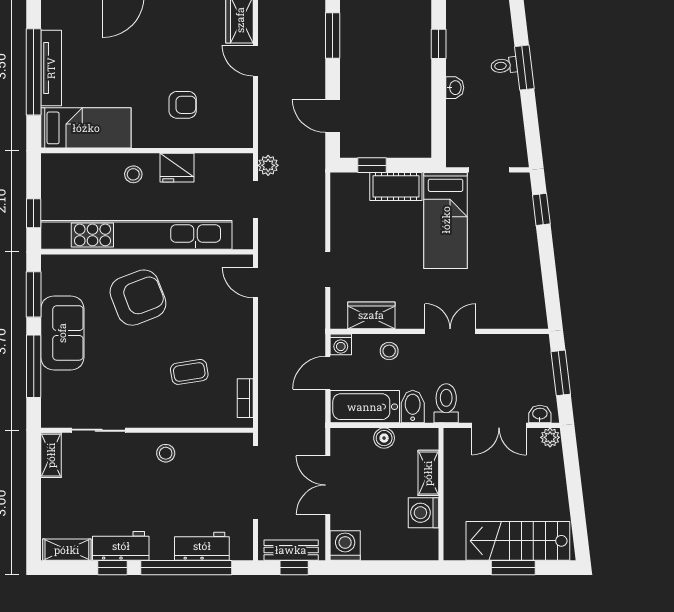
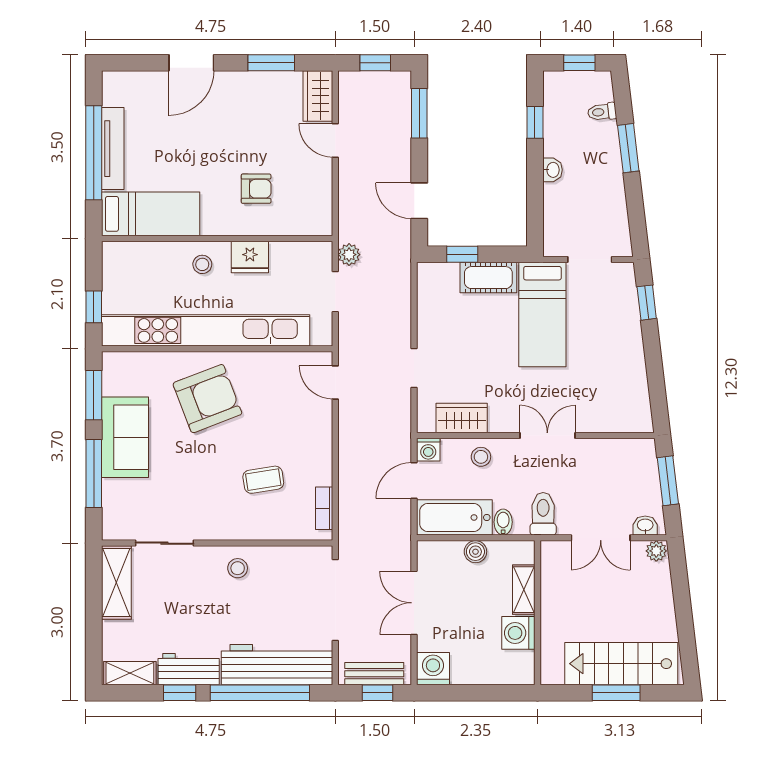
toilet: (504, 65) -> (602, 112), moved
bidet: (413, 407) -> (503, 522), width x0.72, depth x0.74
shelving: (51, 455) -> (116, 583), width x1.50, depth x1.33
workbench: (202, 546) -> (277, 665), width x1.88, depth x1.32

